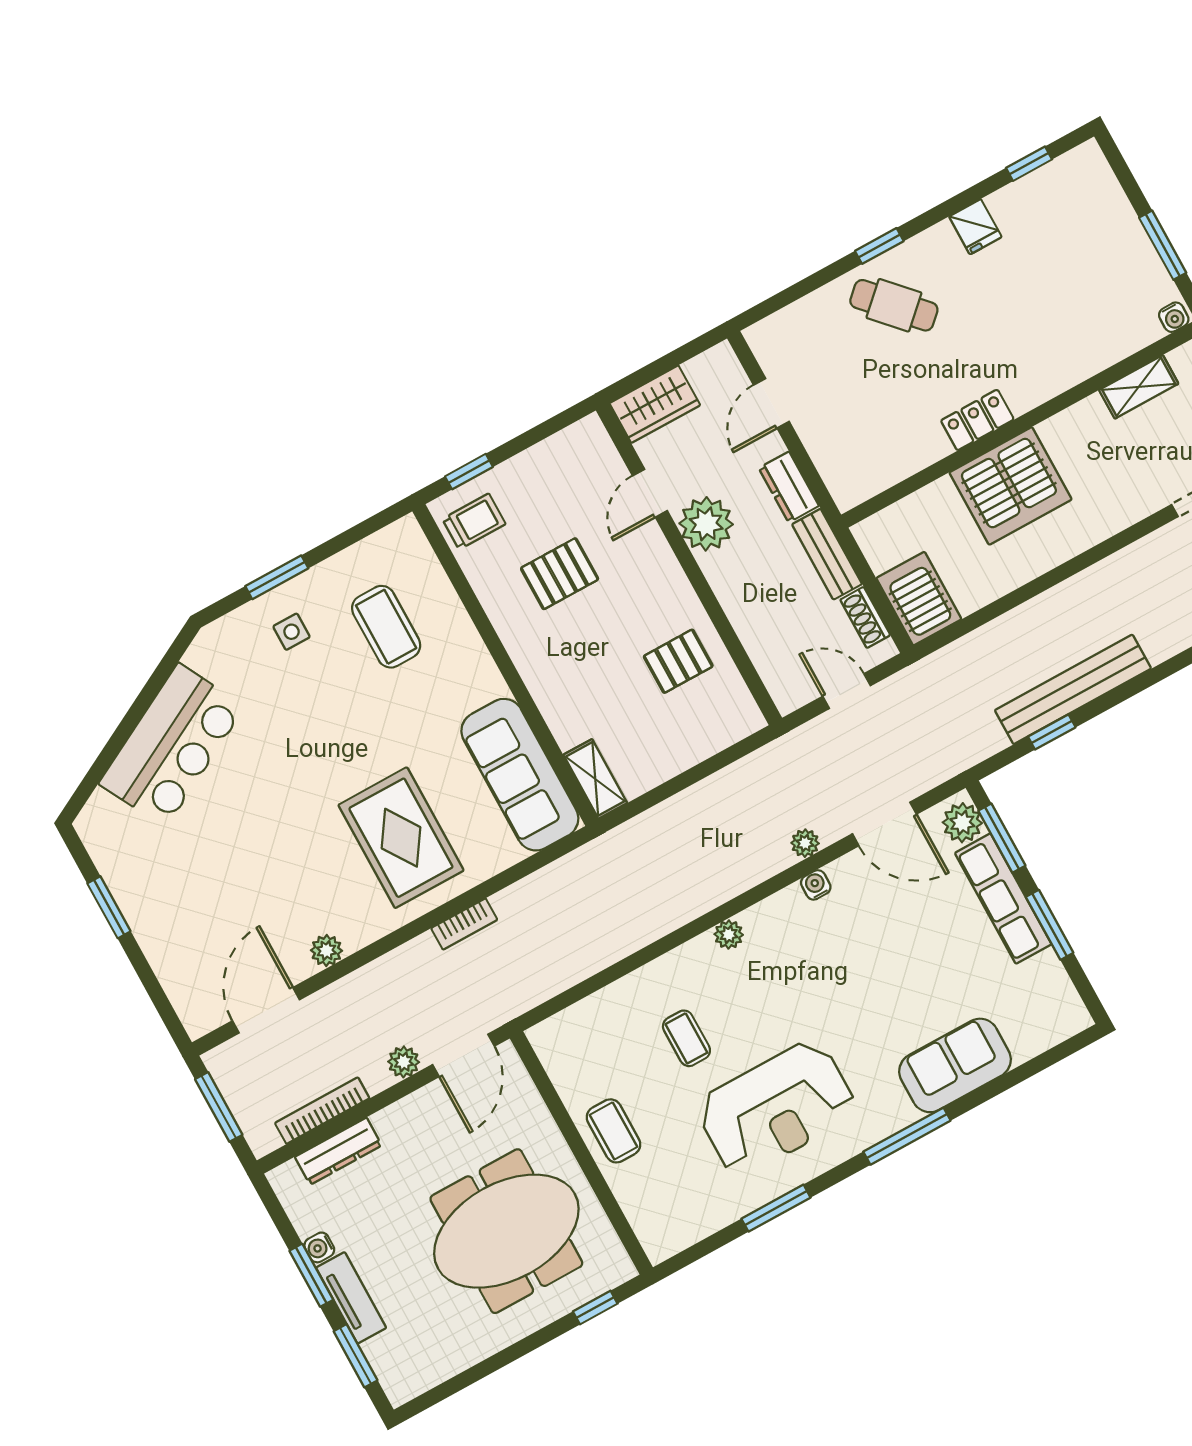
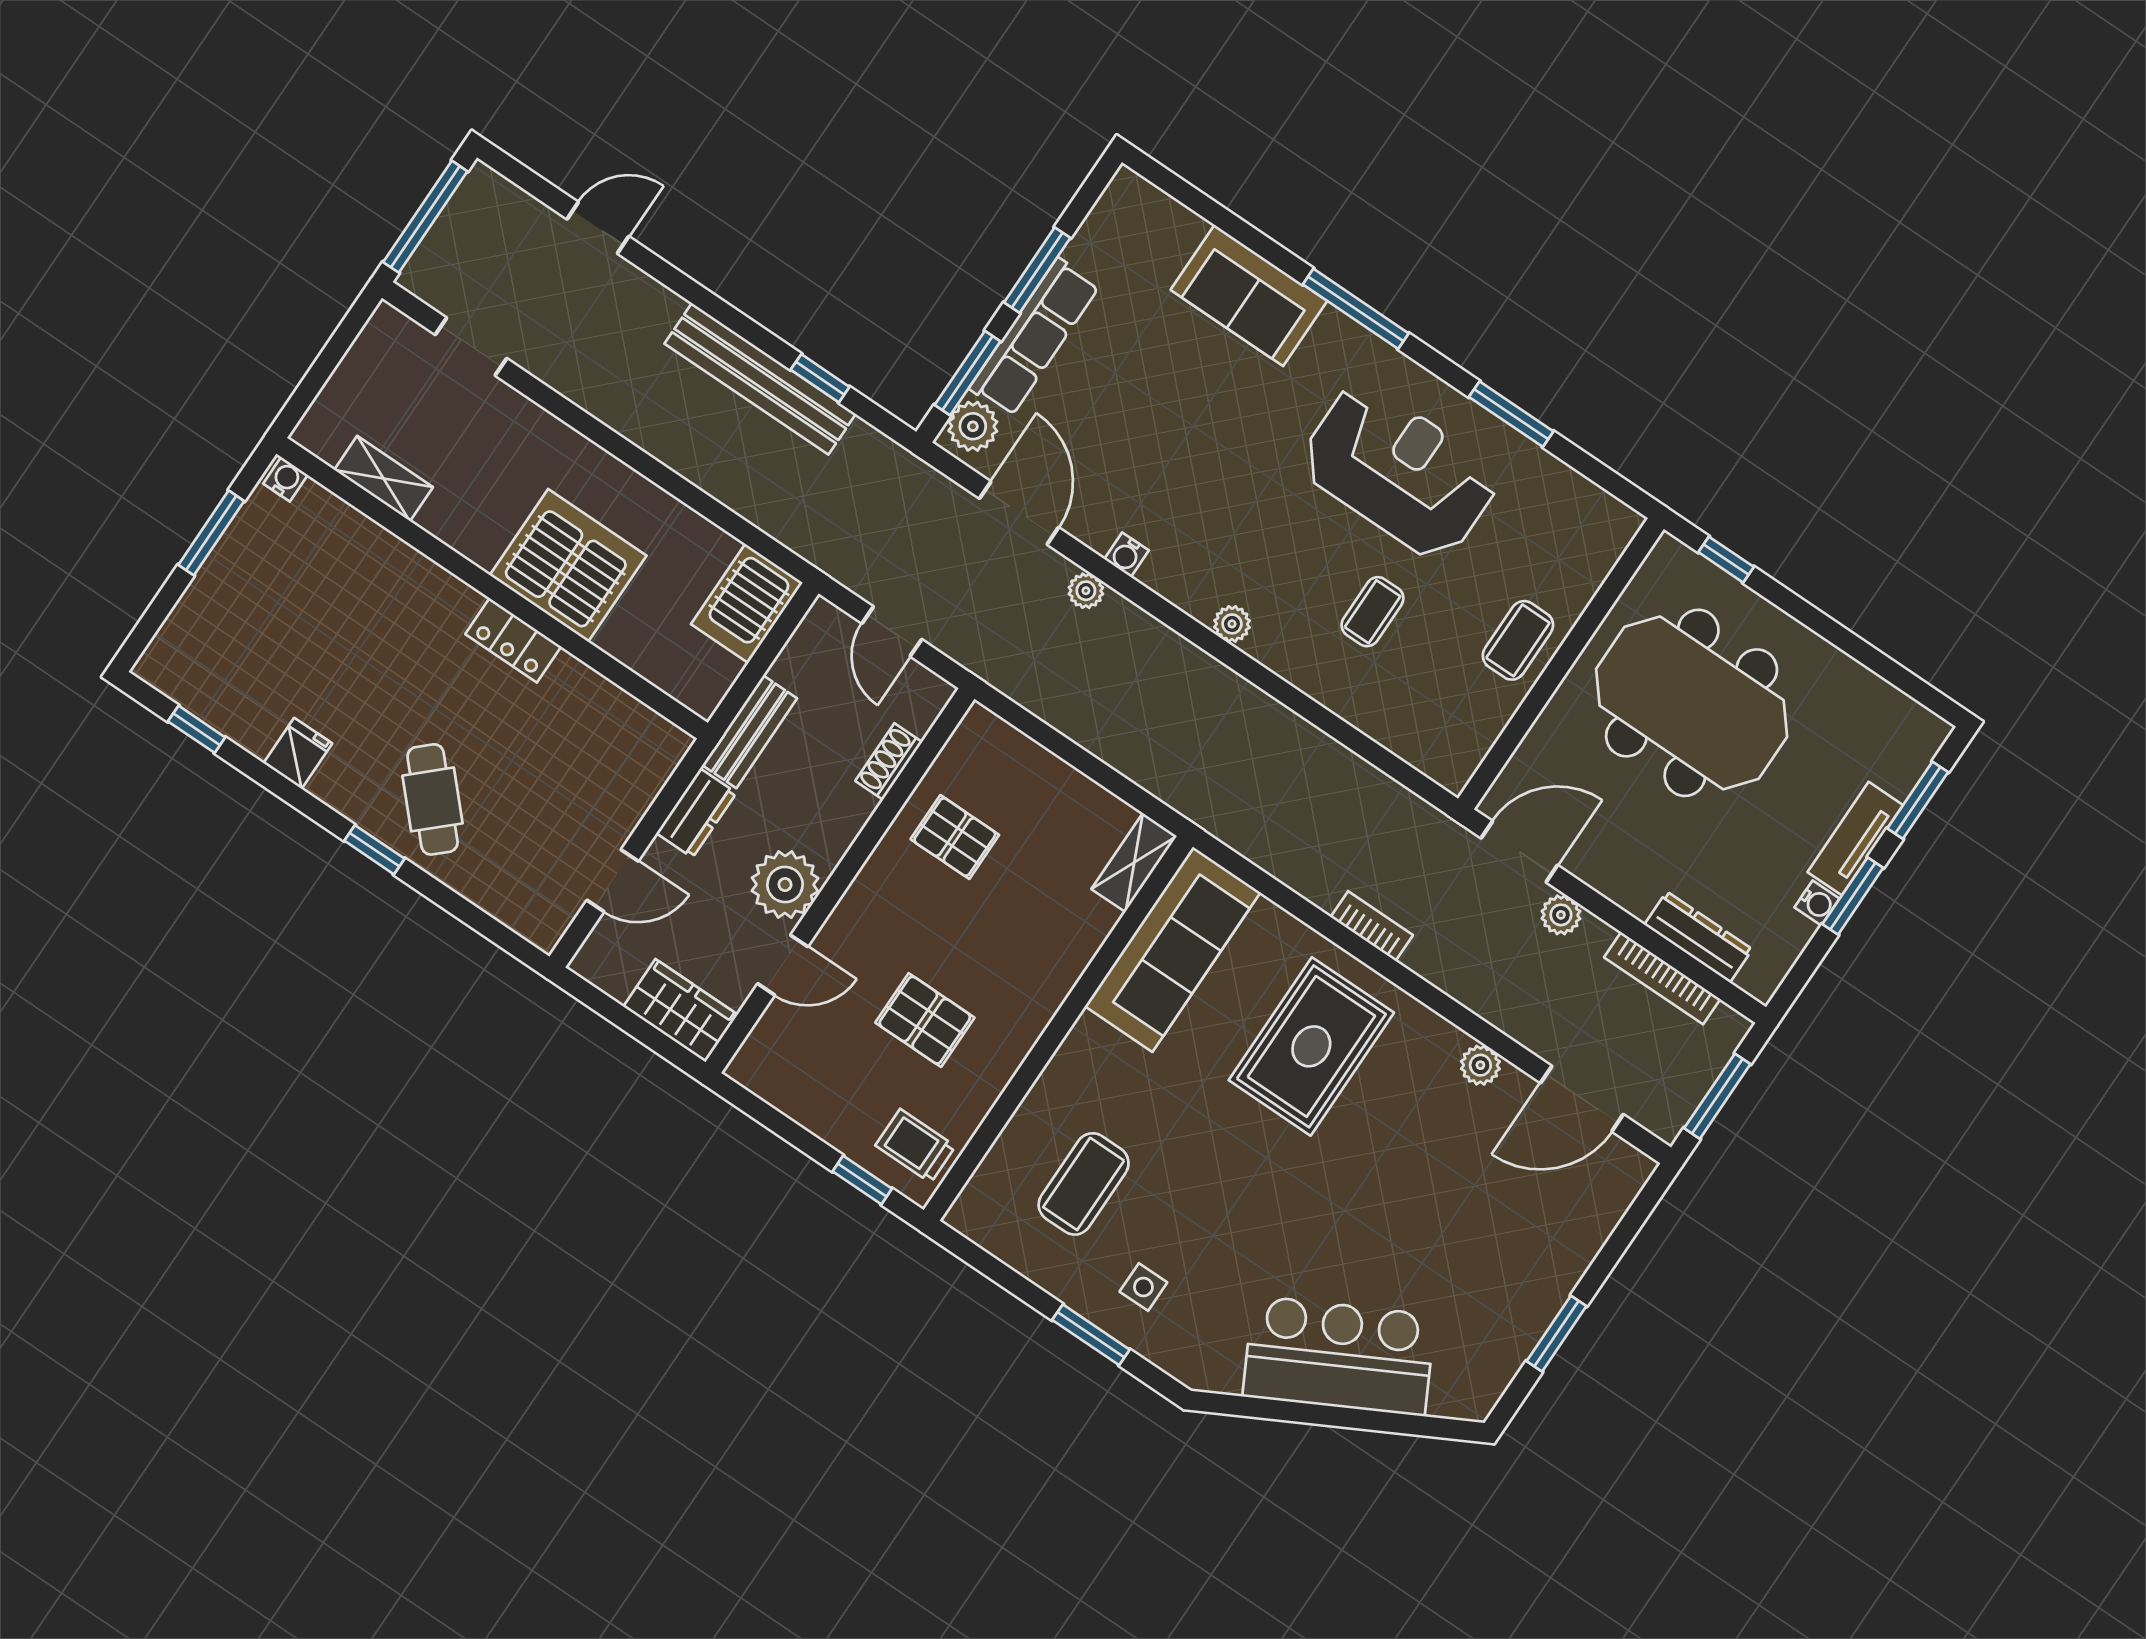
shoe rack: (865, 617) -> (889, 761), moved, turned 180

